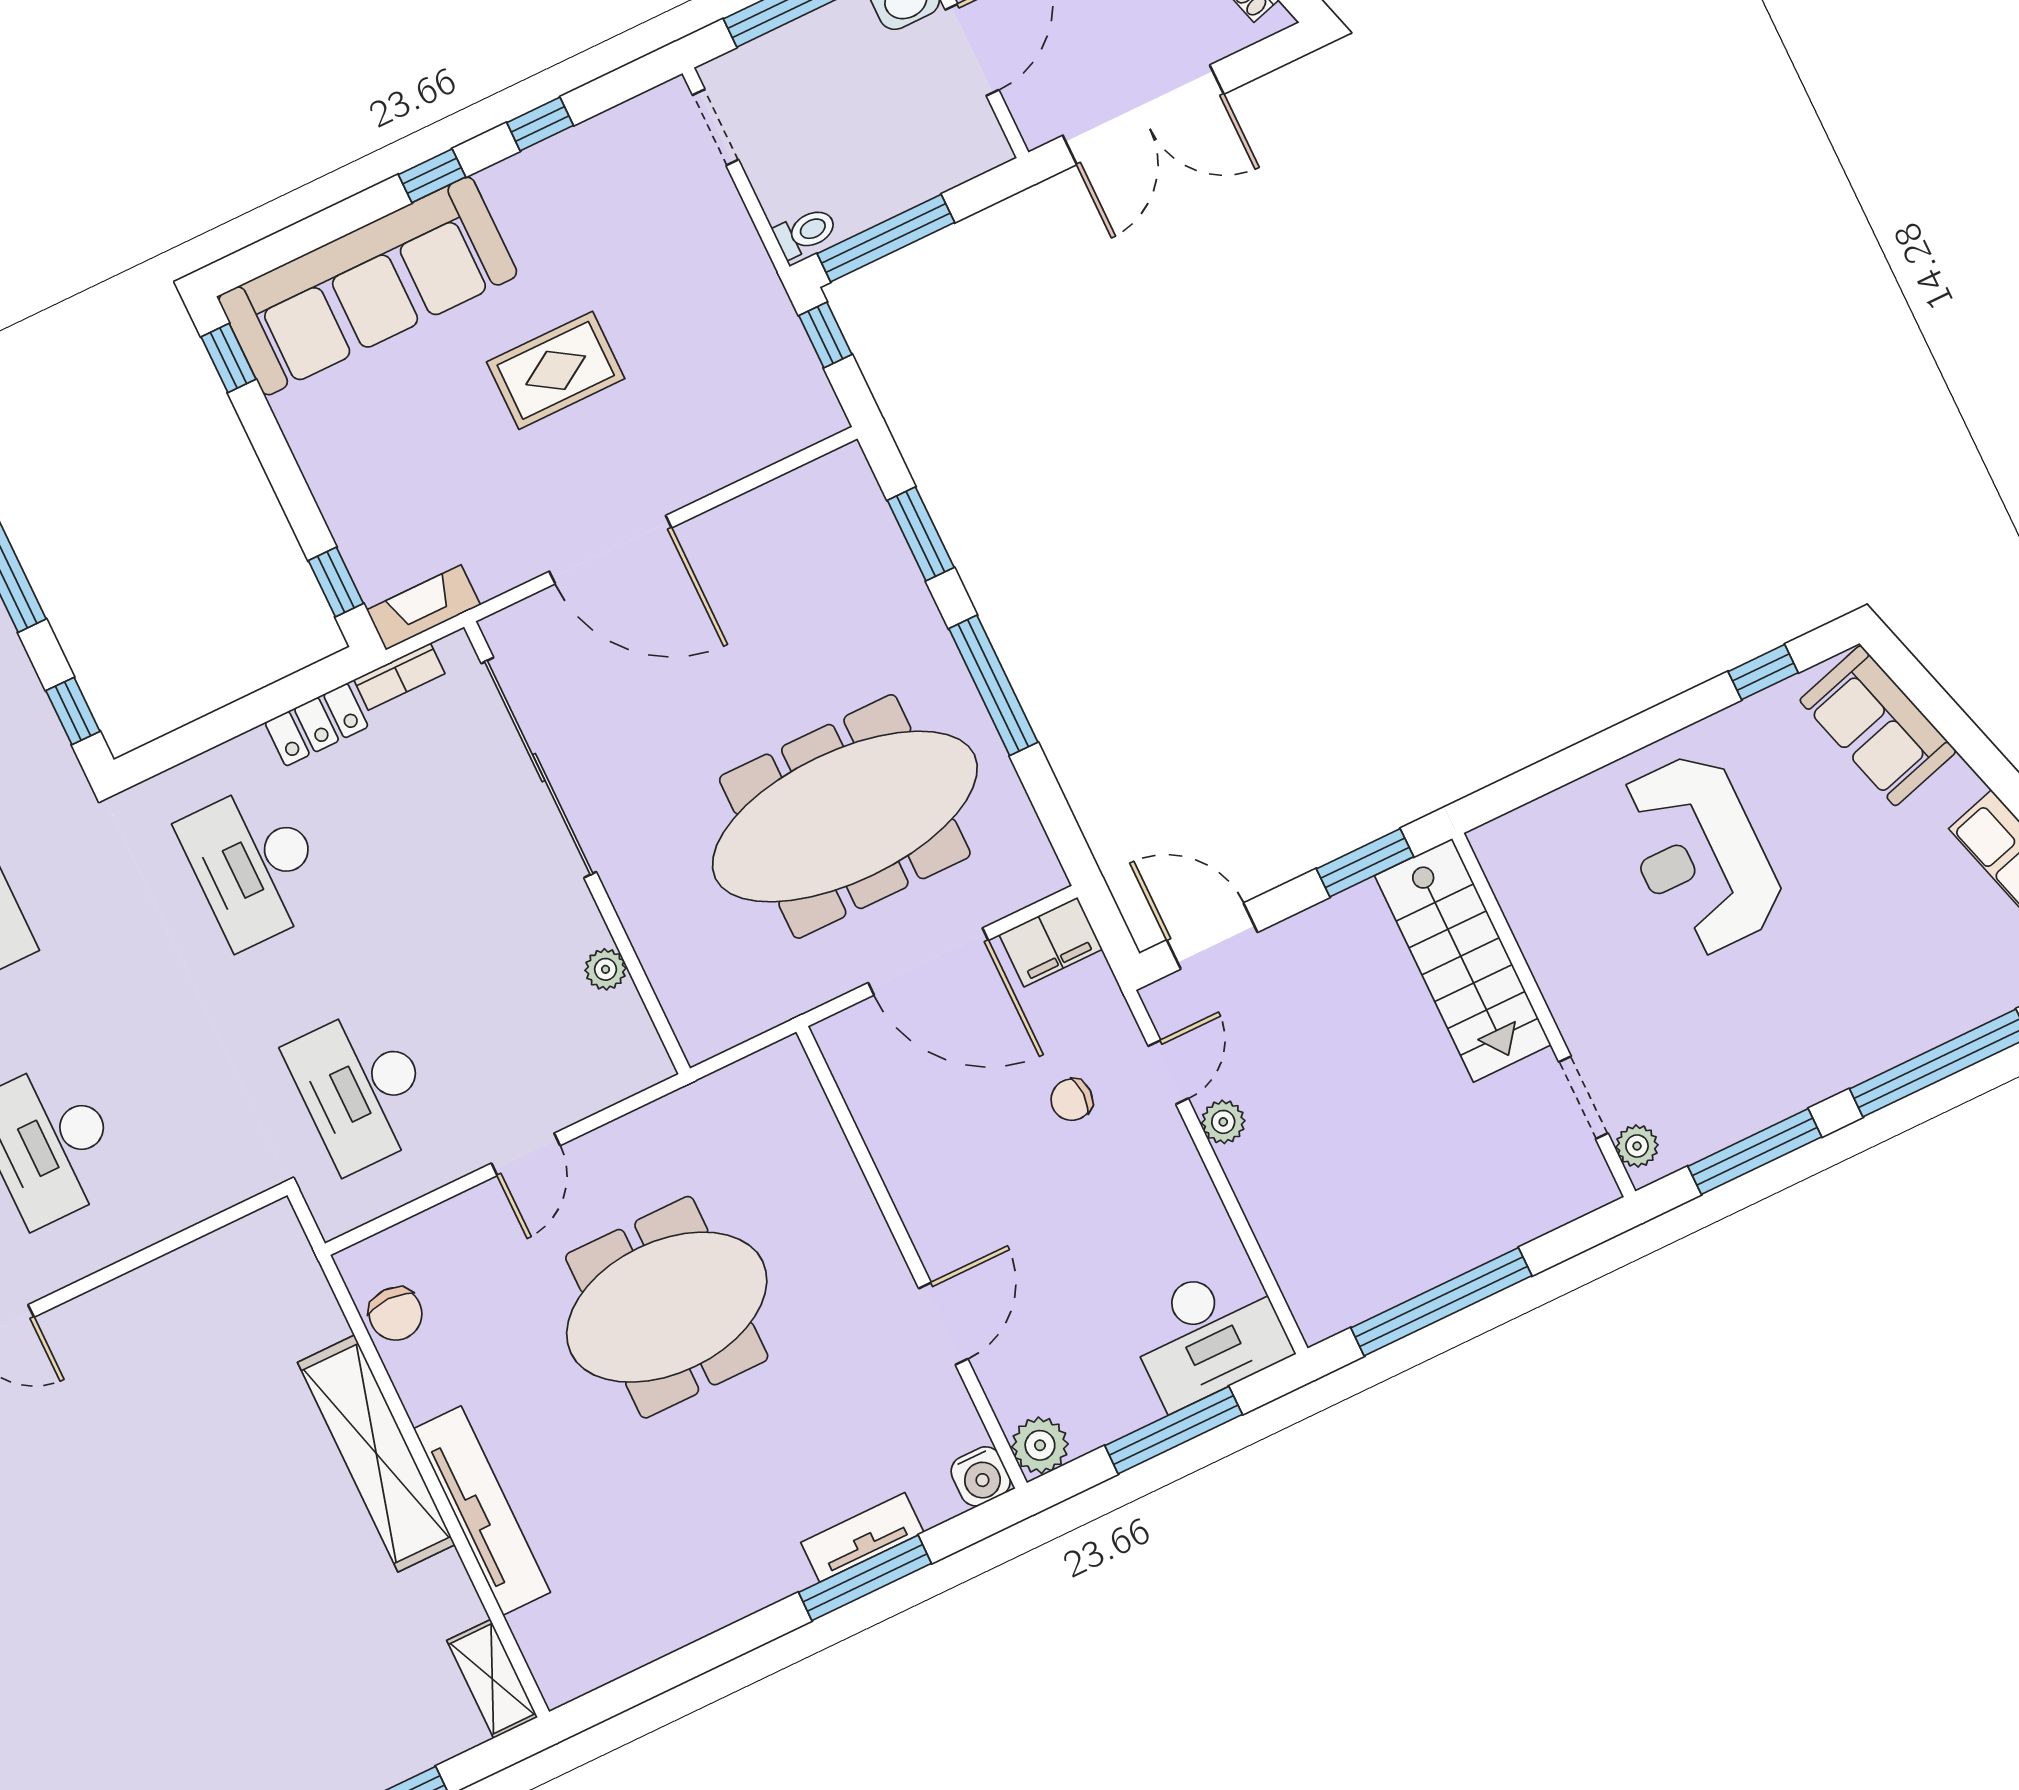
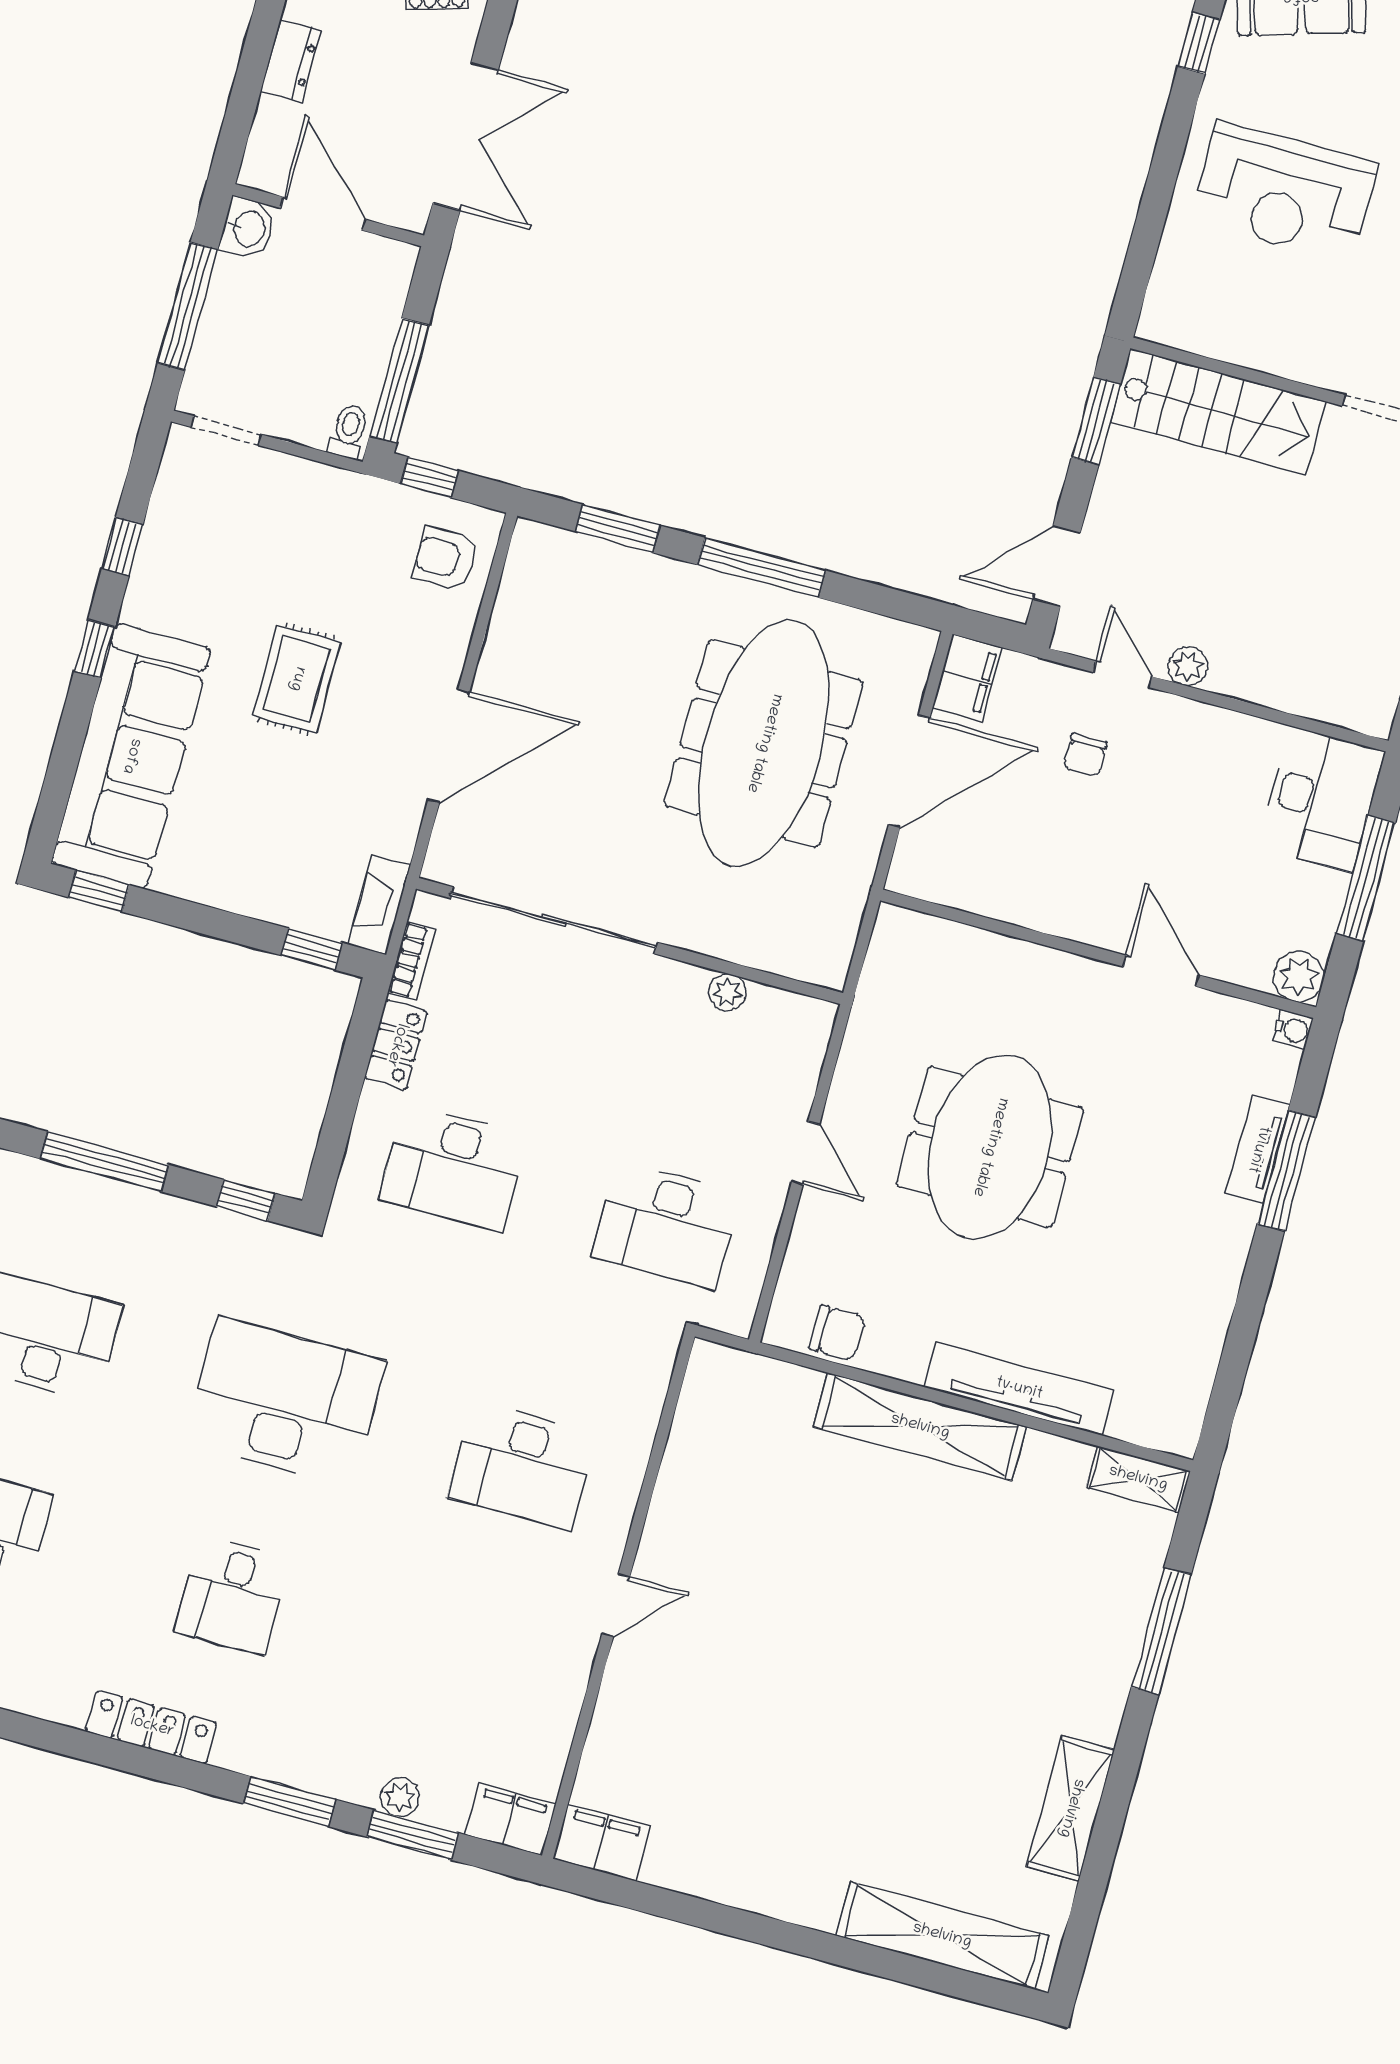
armchair: (768, 409) -> (445, 559), added
water cooler: (981, 1476) -> (1293, 1030), width x0.72, depth x0.72

